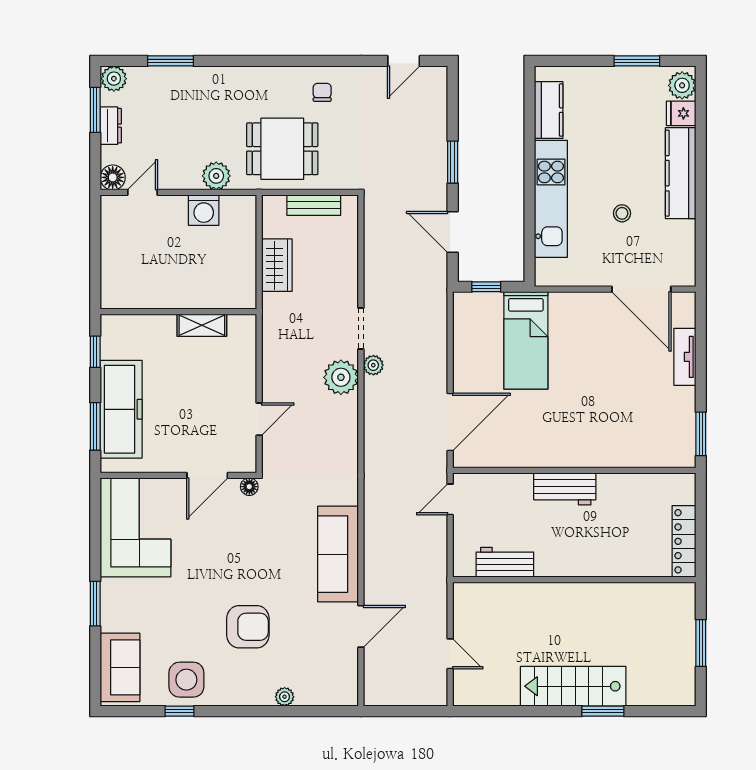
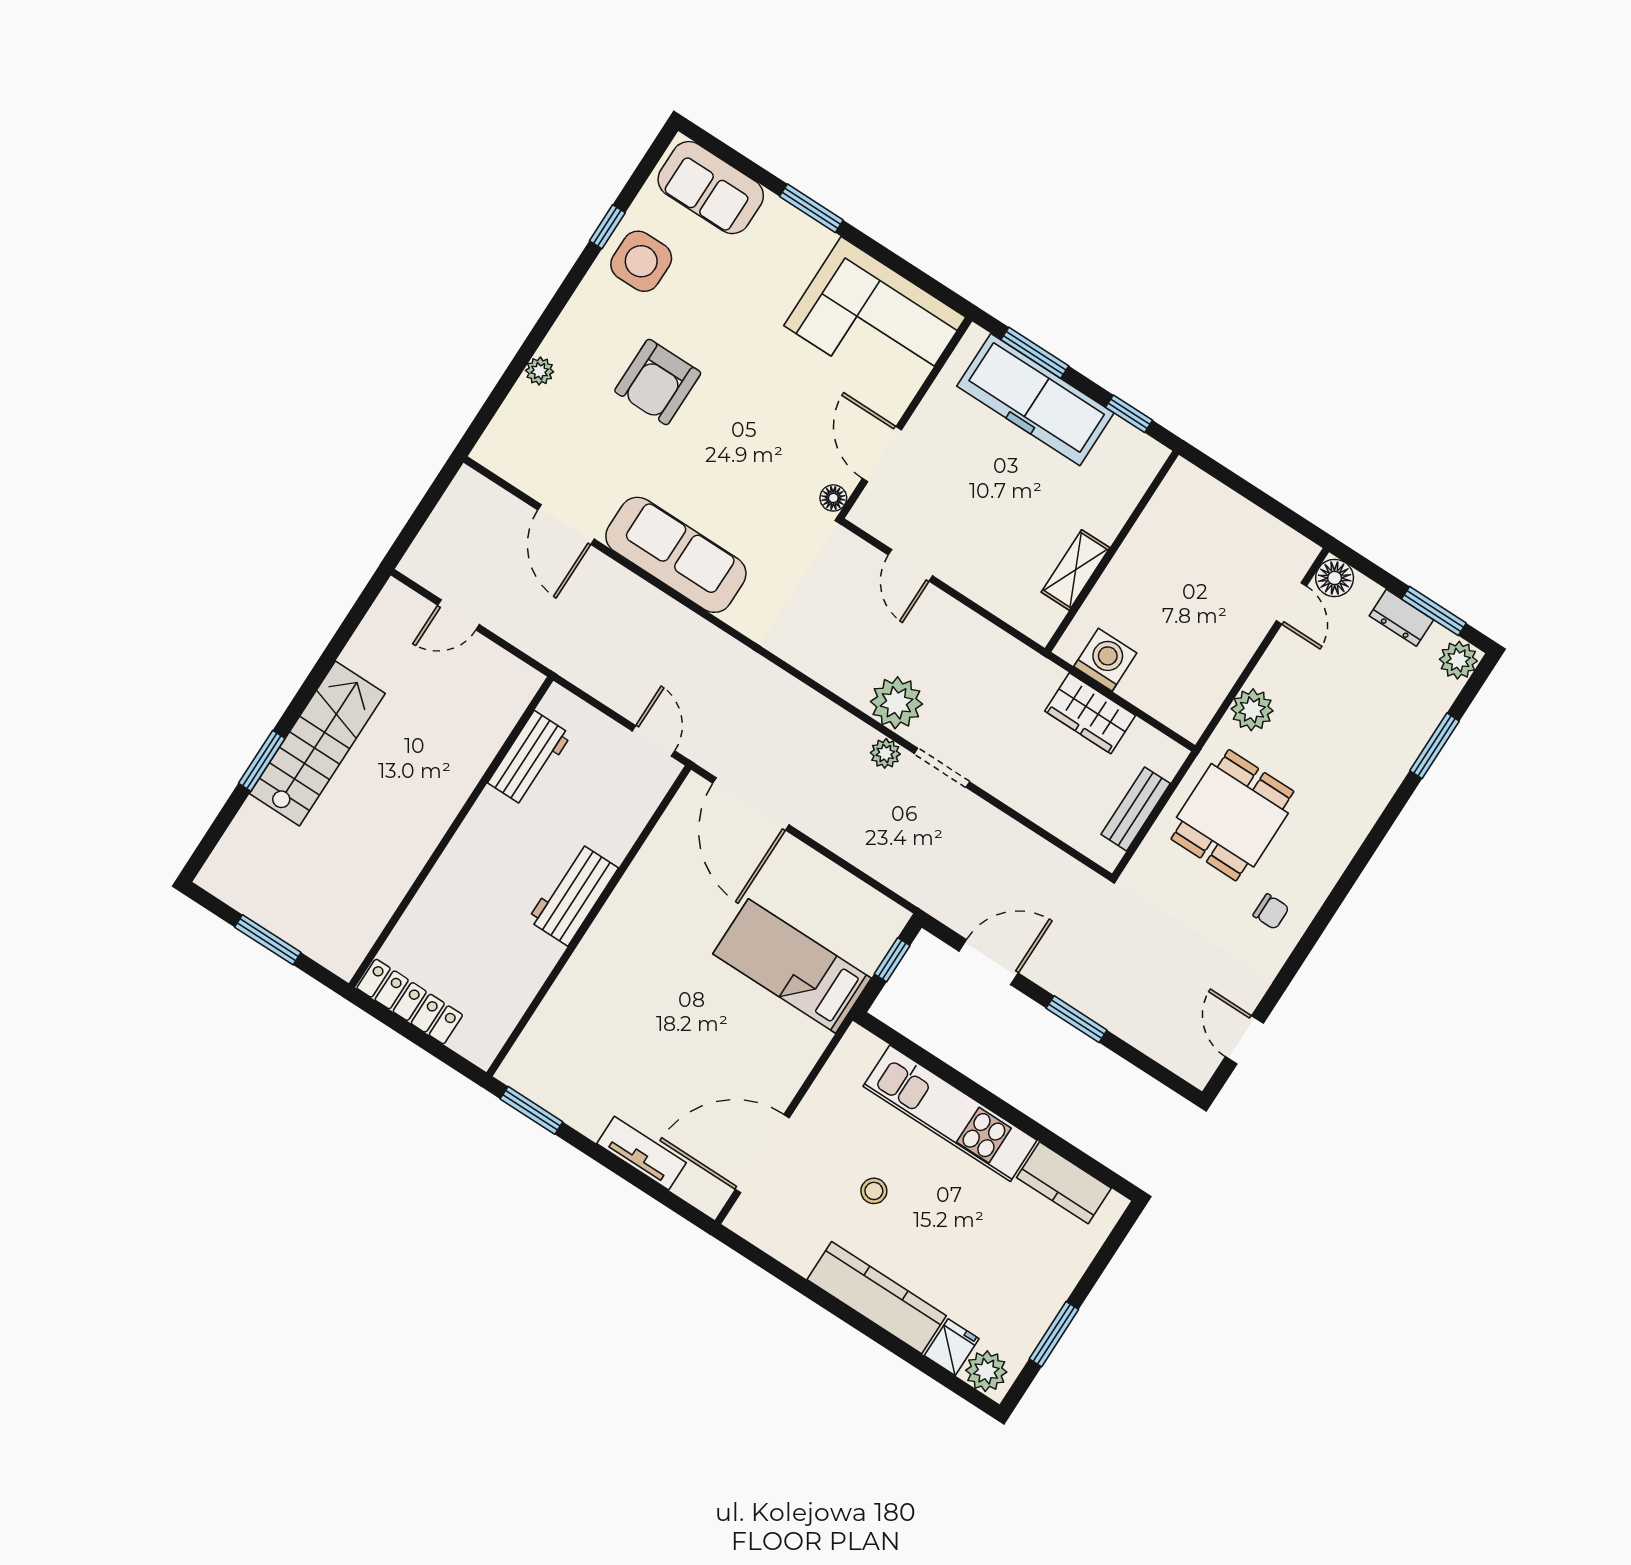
washing machine: (204, 210) -> (1105, 660), moved, turned 90

